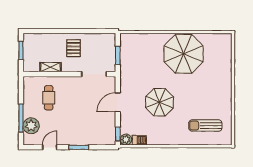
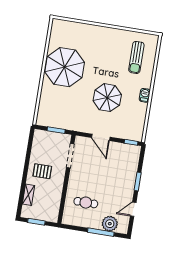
shelving: (51, 67) -> (29, 195), moved
plant: (126, 140) -> (138, 135), removed
barbecue: (139, 140) -> (145, 95), moved
door: (50, 147) -> (133, 209), hinge flipped

